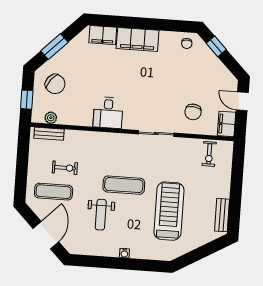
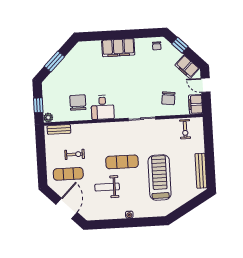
filing cabinet: (103, 35) -> (187, 67), moved, turned 45
chair: (55, 84) -> (78, 103), moved, turned -128
plant: (51, 118) -> (48, 118), moved
weight bench: (101, 215) -> (107, 187), turned 90
bench: (222, 215) -> (201, 171), width x1.36

